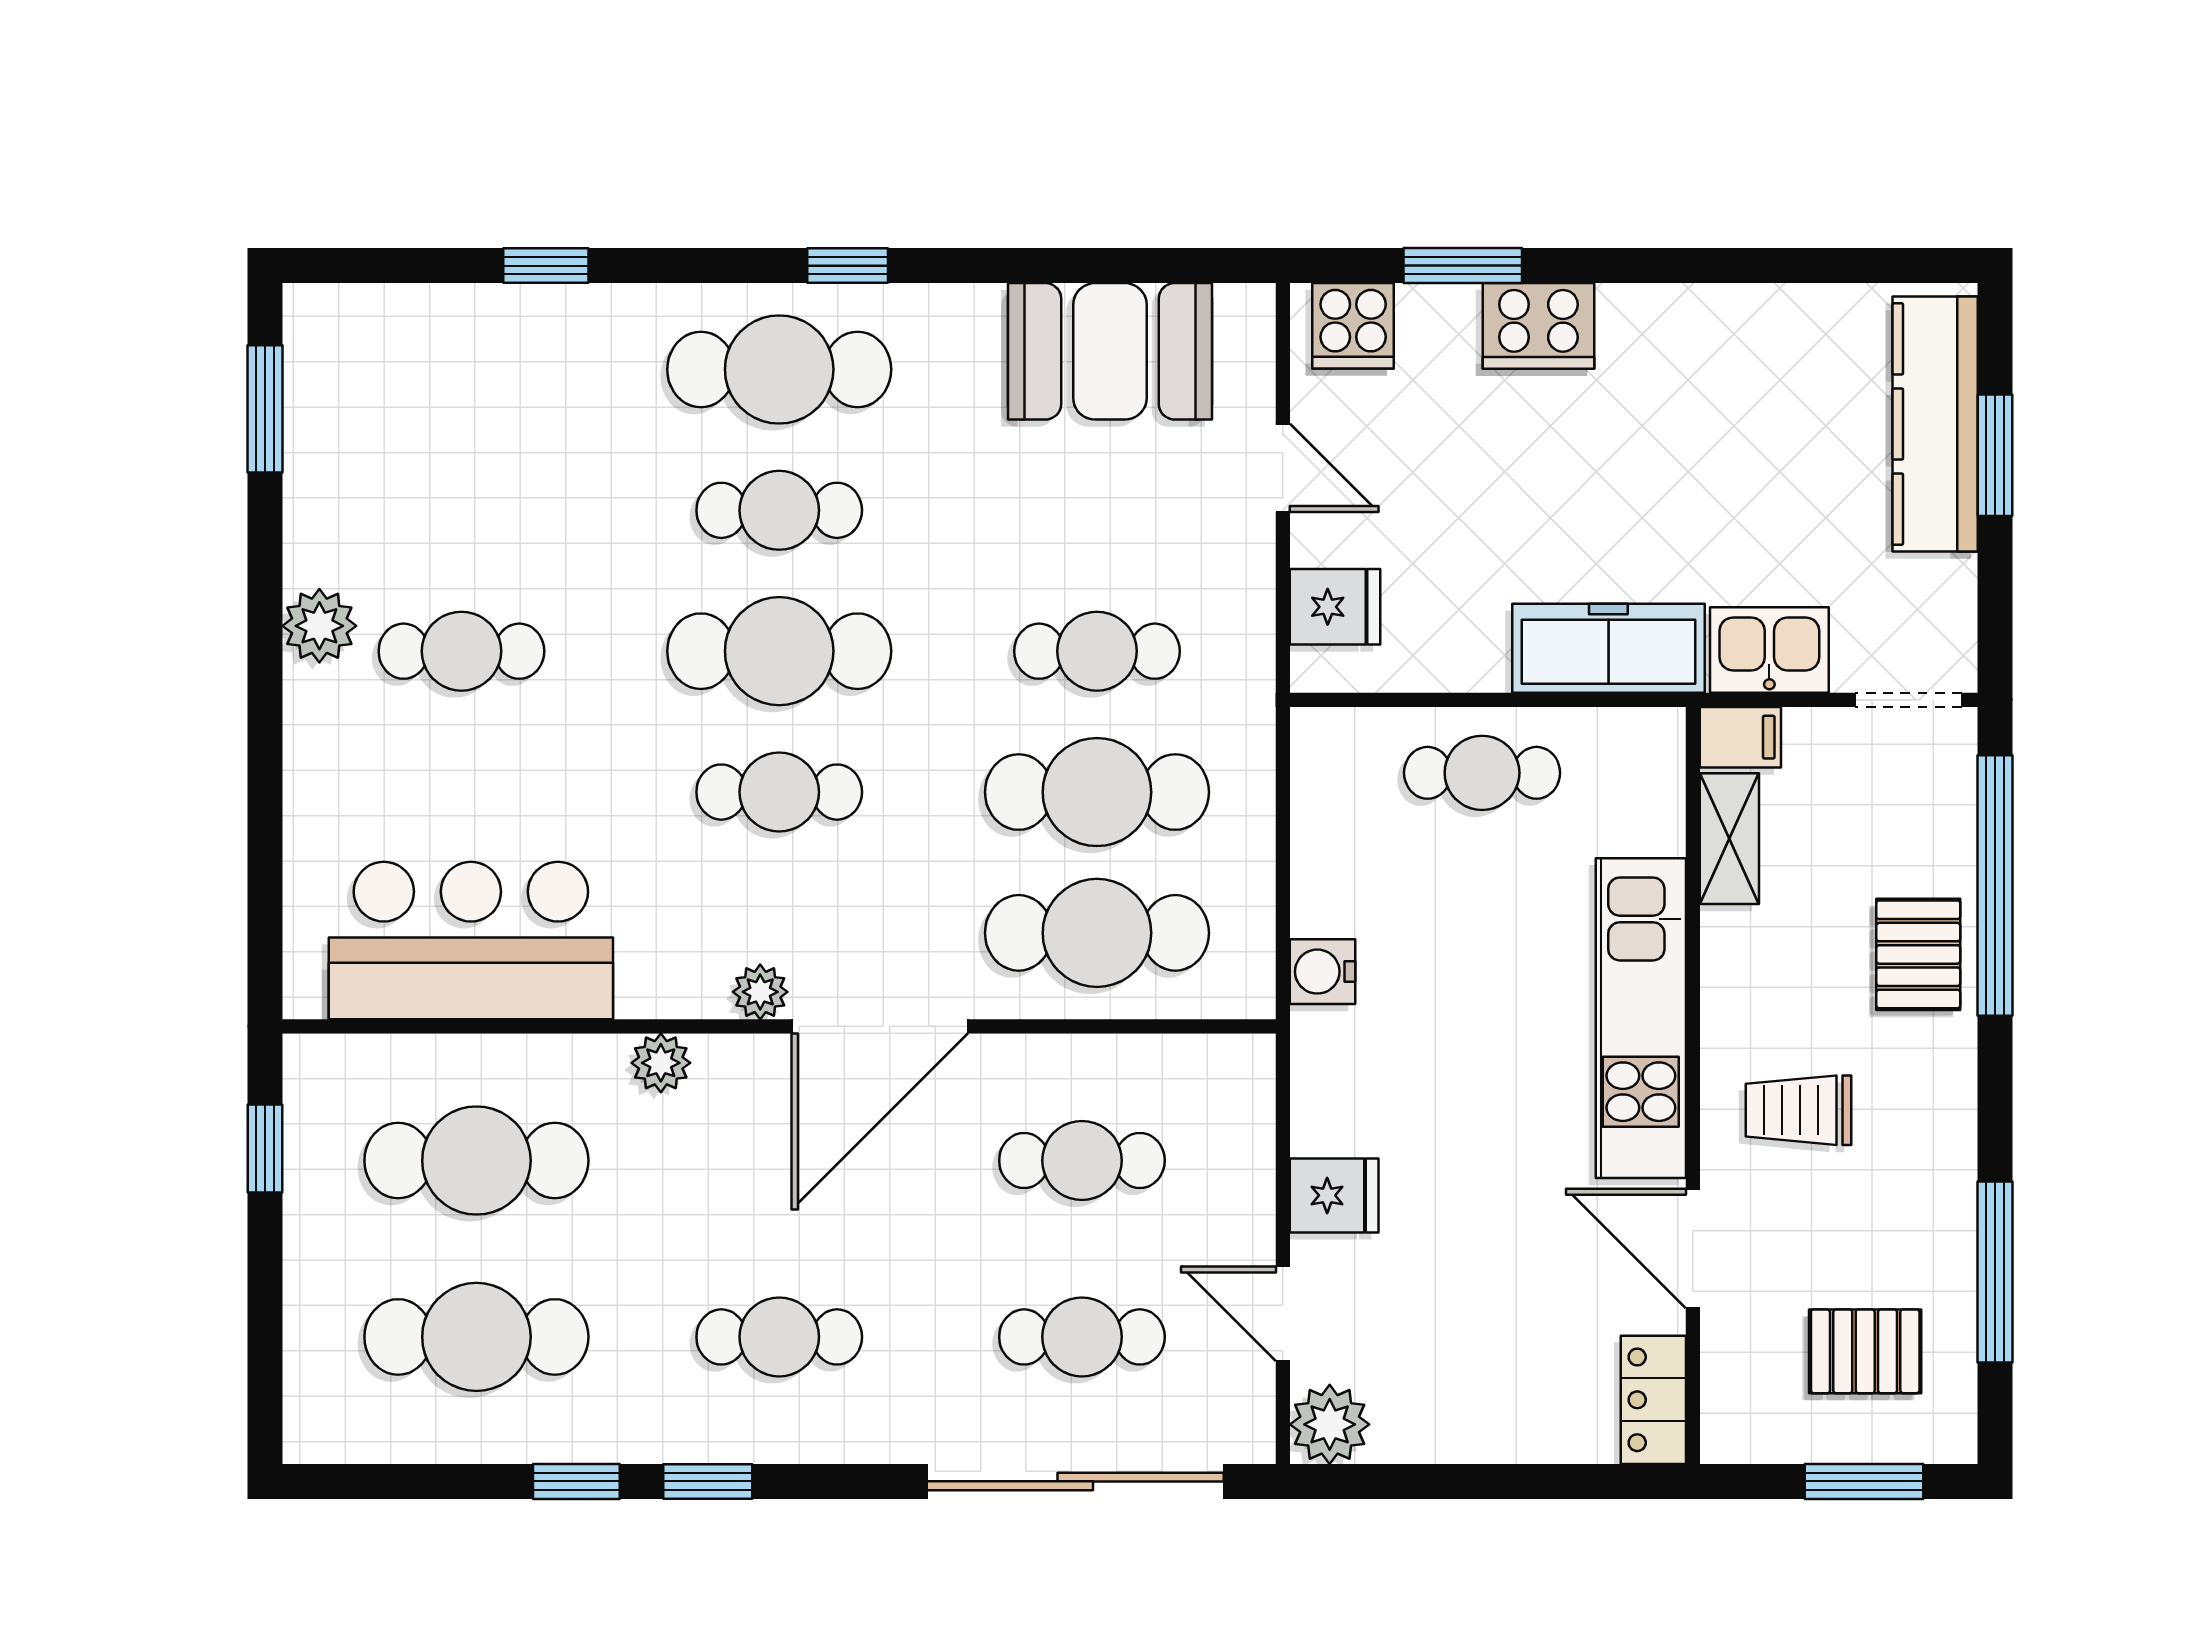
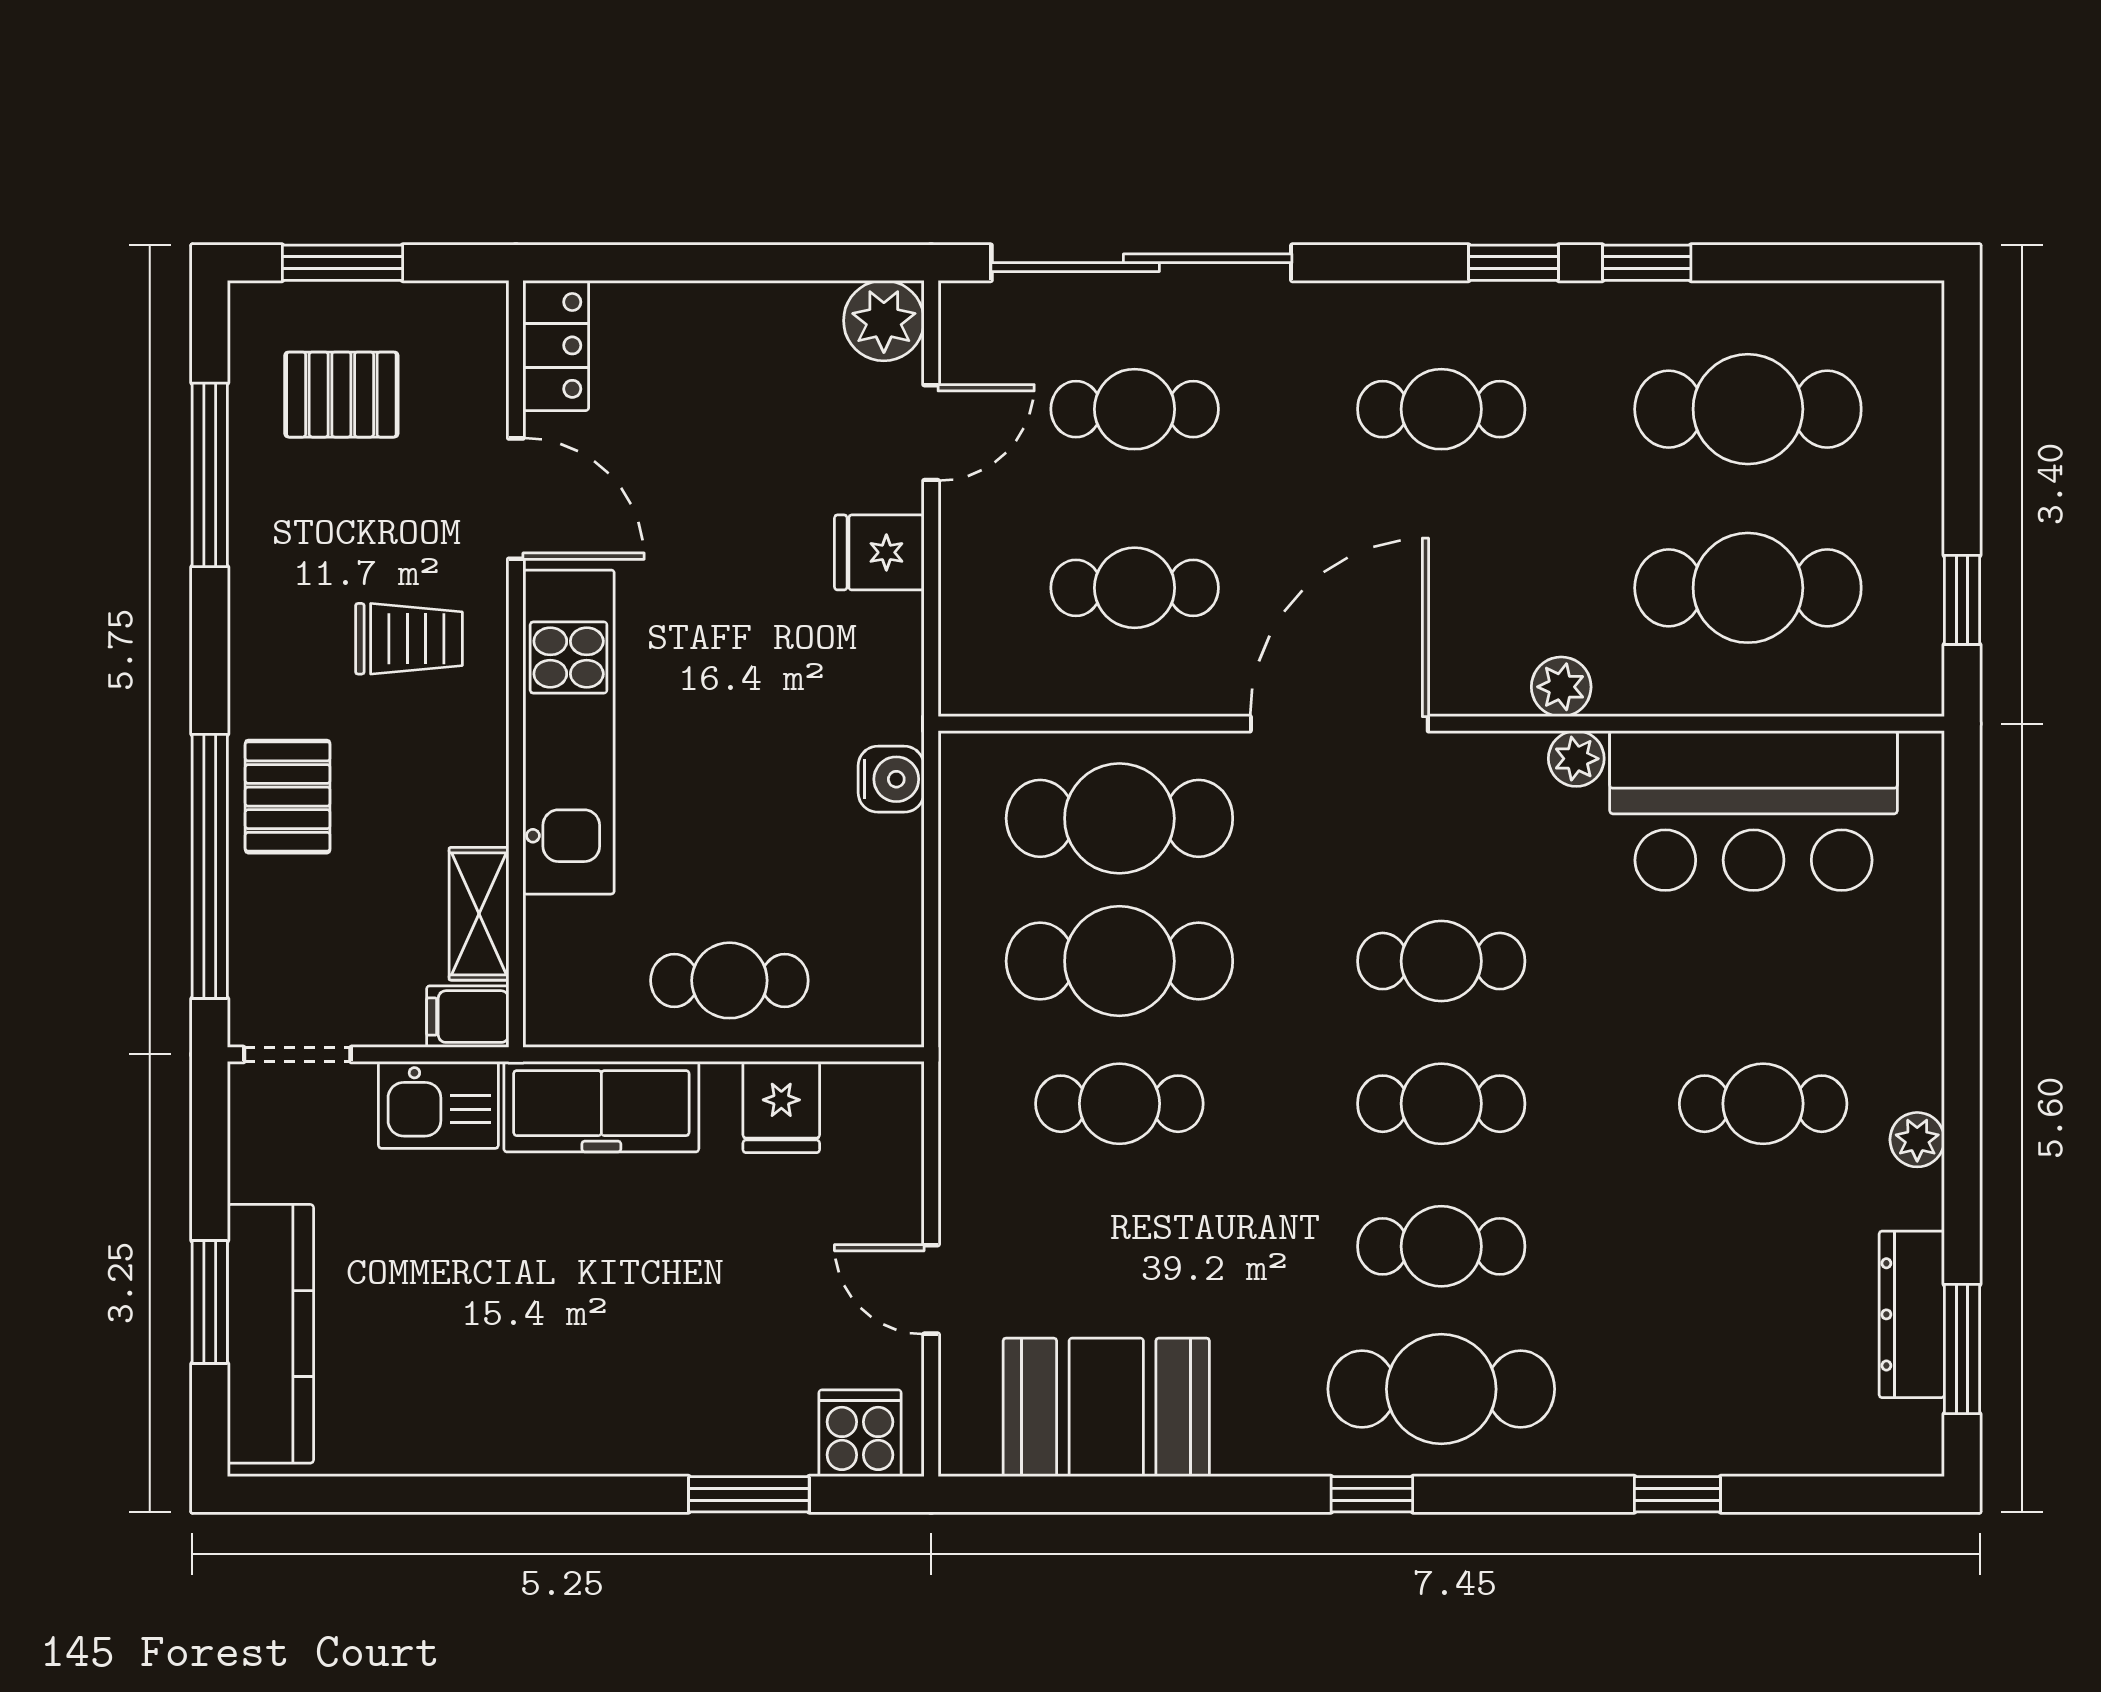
cooker: (1538, 326) -> (672, 1433), removed
dresser: (315, 443) -> (1912, 1314), added
fridge: (1335, 607) -> (781, 1107), moved, turned -90
plant: (319, 626) -> (1917, 1140), width x0.73, depth x0.73
cafe table: (779, 651) -> (1441, 1104), width x0.73, depth x0.74
plant: (760, 992) -> (1576, 759), moved
door: (1283, 1314) -> (931, 433), hinge flipped

